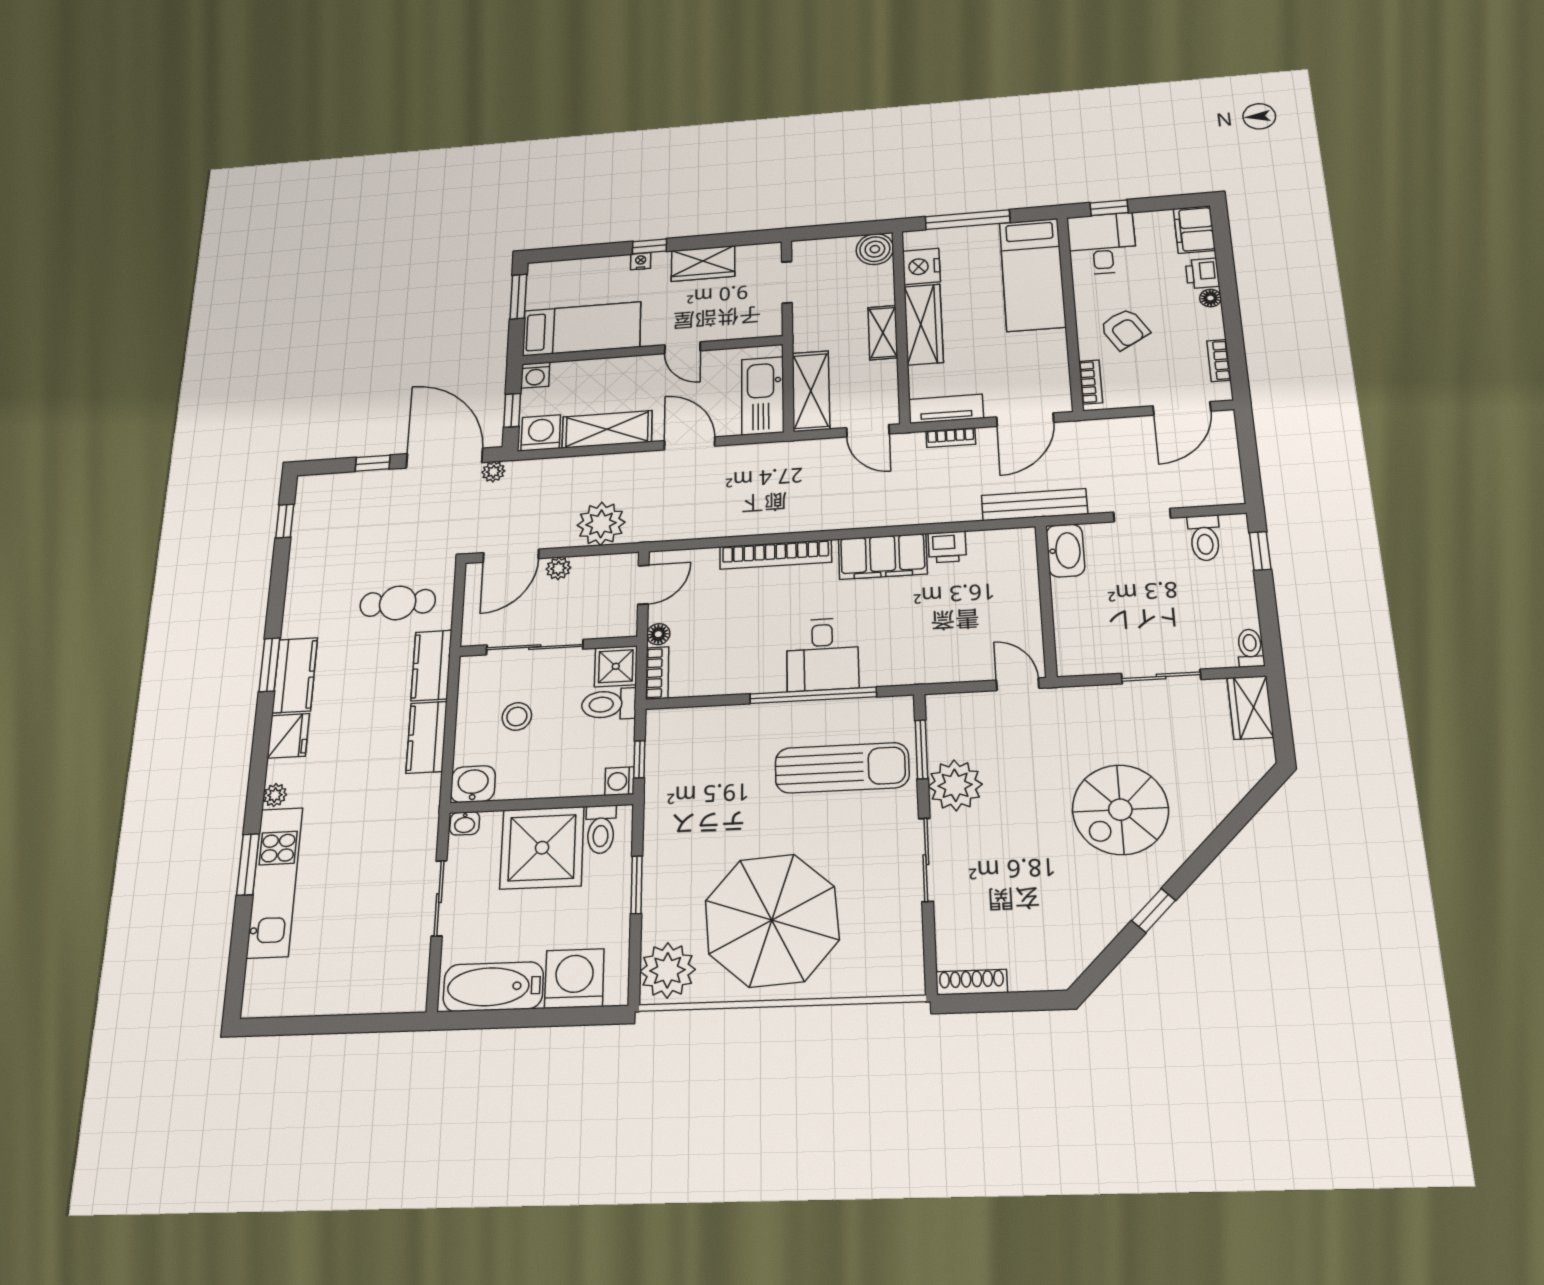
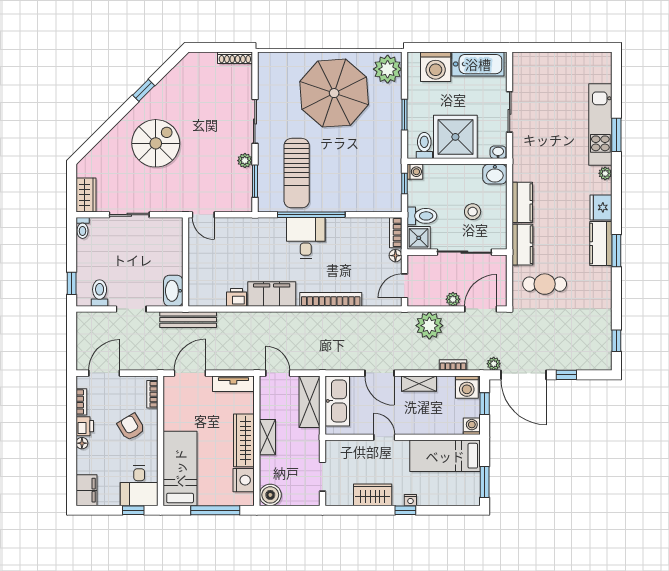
printer: (1202, 273) -> (85, 426), moved
shelving: (607, 429) -> (419, 384), width x0.67, depth x0.75
bookcase: (951, 438) -> (453, 365), moved
sun lounger: (842, 768) -> (297, 173), turned -90
plant: (955, 785) -> (245, 161), width x0.53, depth x0.53

